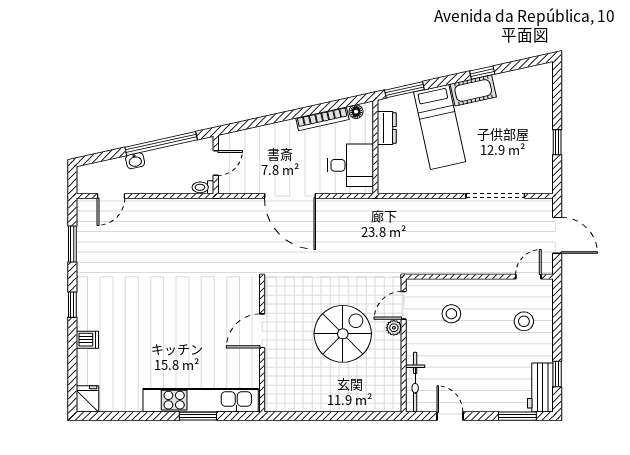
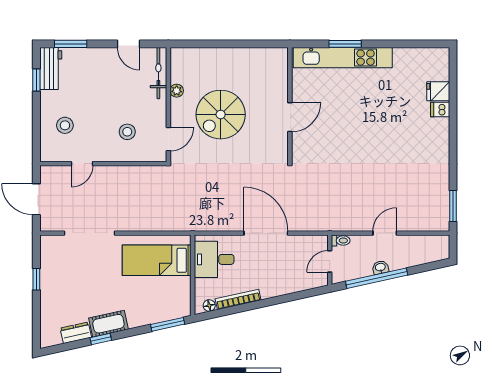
bed: (440, 127) -> (157, 260), moved, turned -78
dresser: (387, 128) -> (76, 333), moved, turned 78
washbasin: (135, 161) -> (380, 267), moved
door: (111, 196) -> (385, 233), moved
window: (72, 244) -> (453, 206), moved
door: (528, 277) -> (82, 164), moved
window: (72, 305) -> (453, 140), removed
plant: (394, 328) -> (177, 91), moved
fridge: (87, 399) -> (438, 91), moved, turned 90

